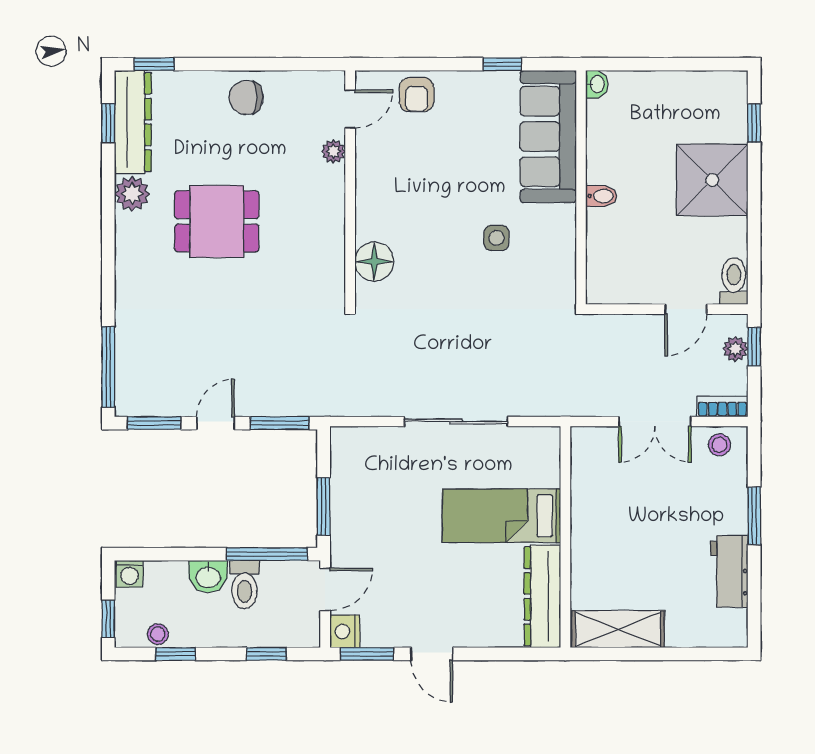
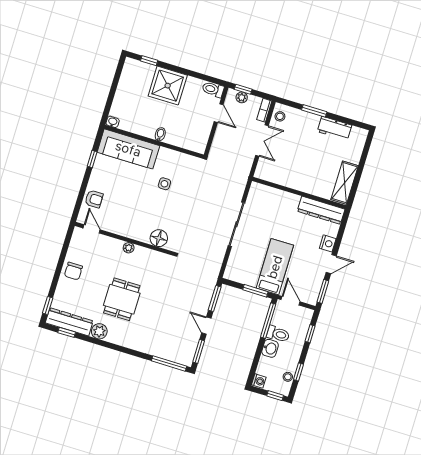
plant: (333, 151) -> (129, 248), moved
bed: (502, 516) -> (275, 267), moved, turned 180
nightstand: (345, 631) -> (328, 243), moved, turned -90

